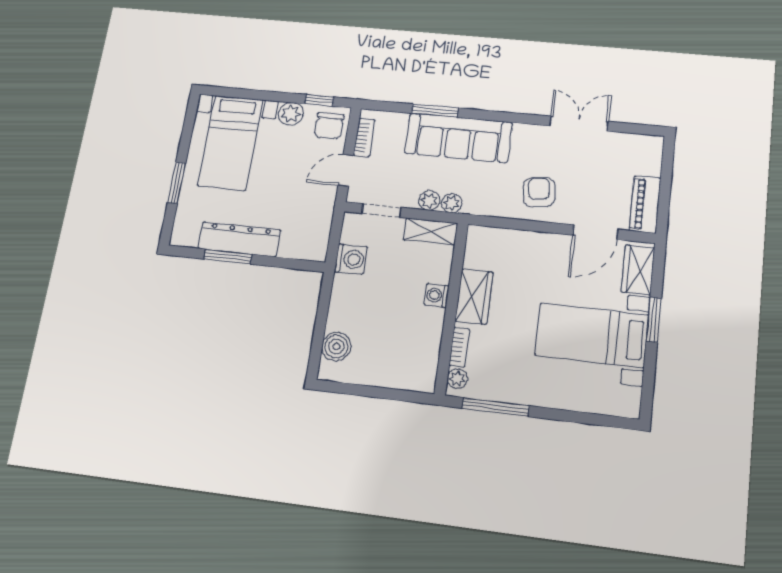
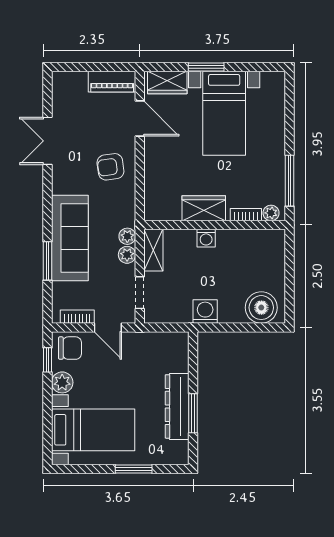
washing machine: (351, 259) -> (205, 311), moved
boiler: (336, 347) -> (261, 308), width x1.37, depth x1.37

